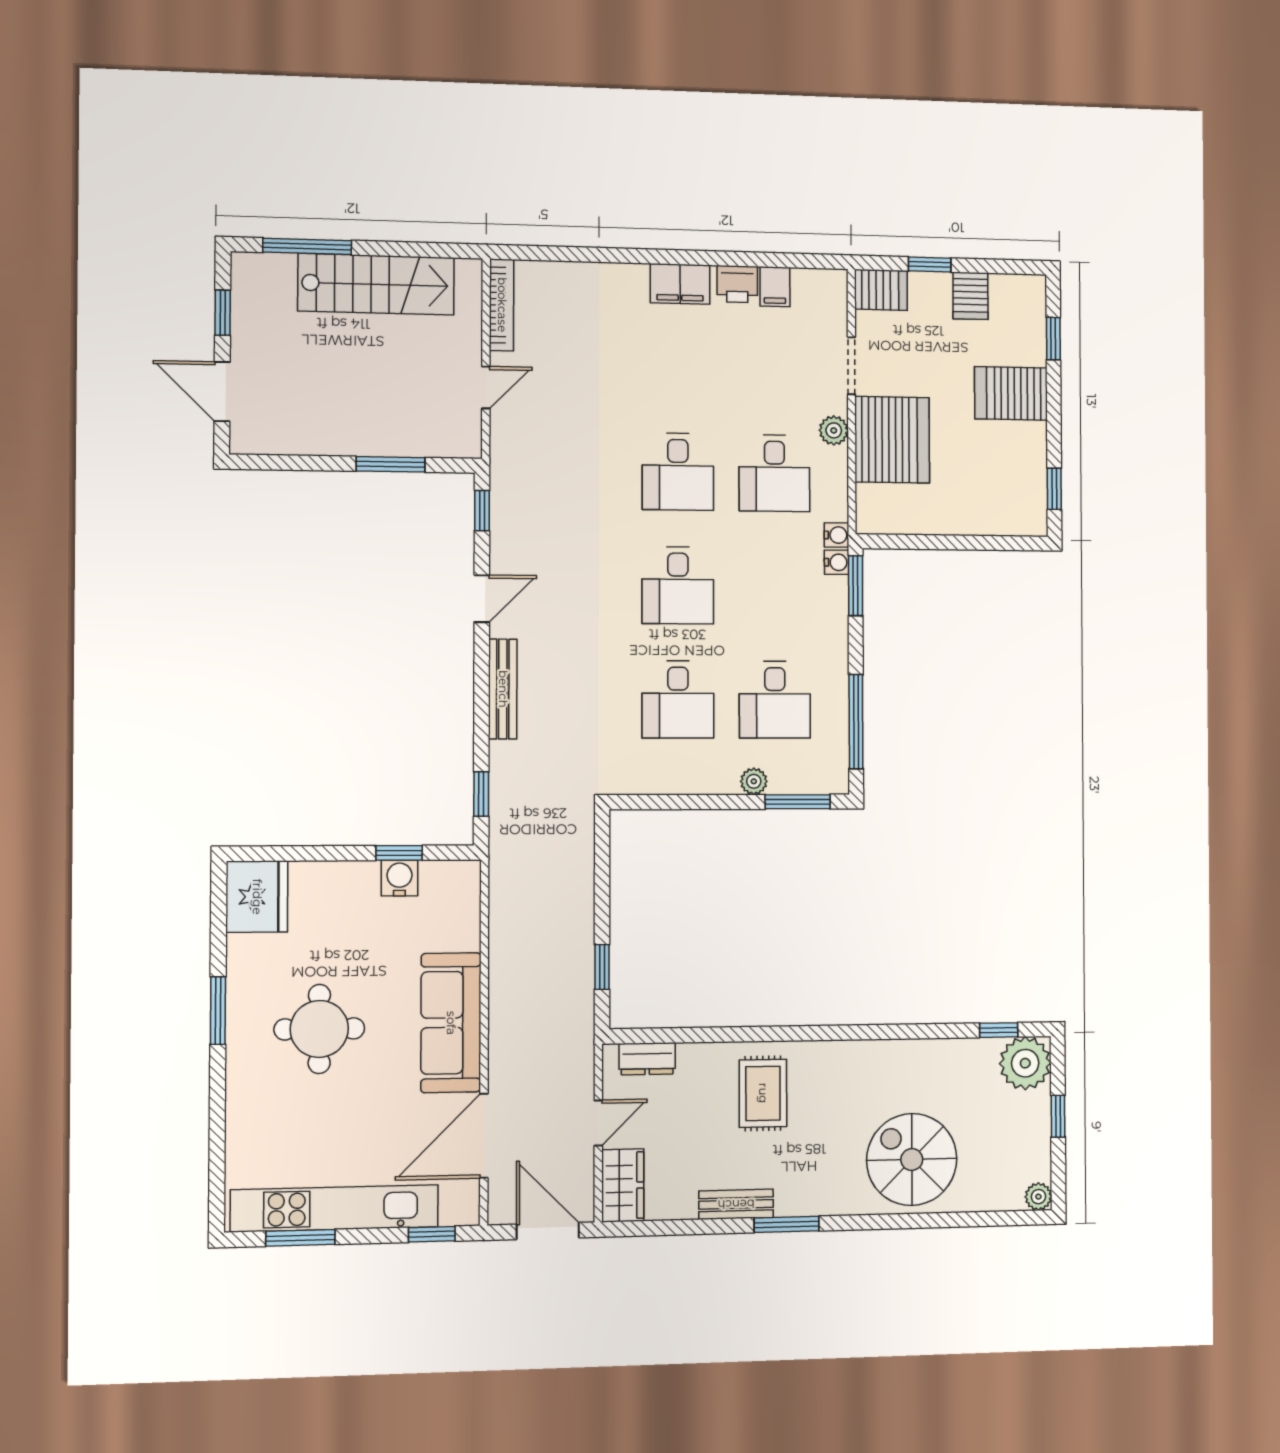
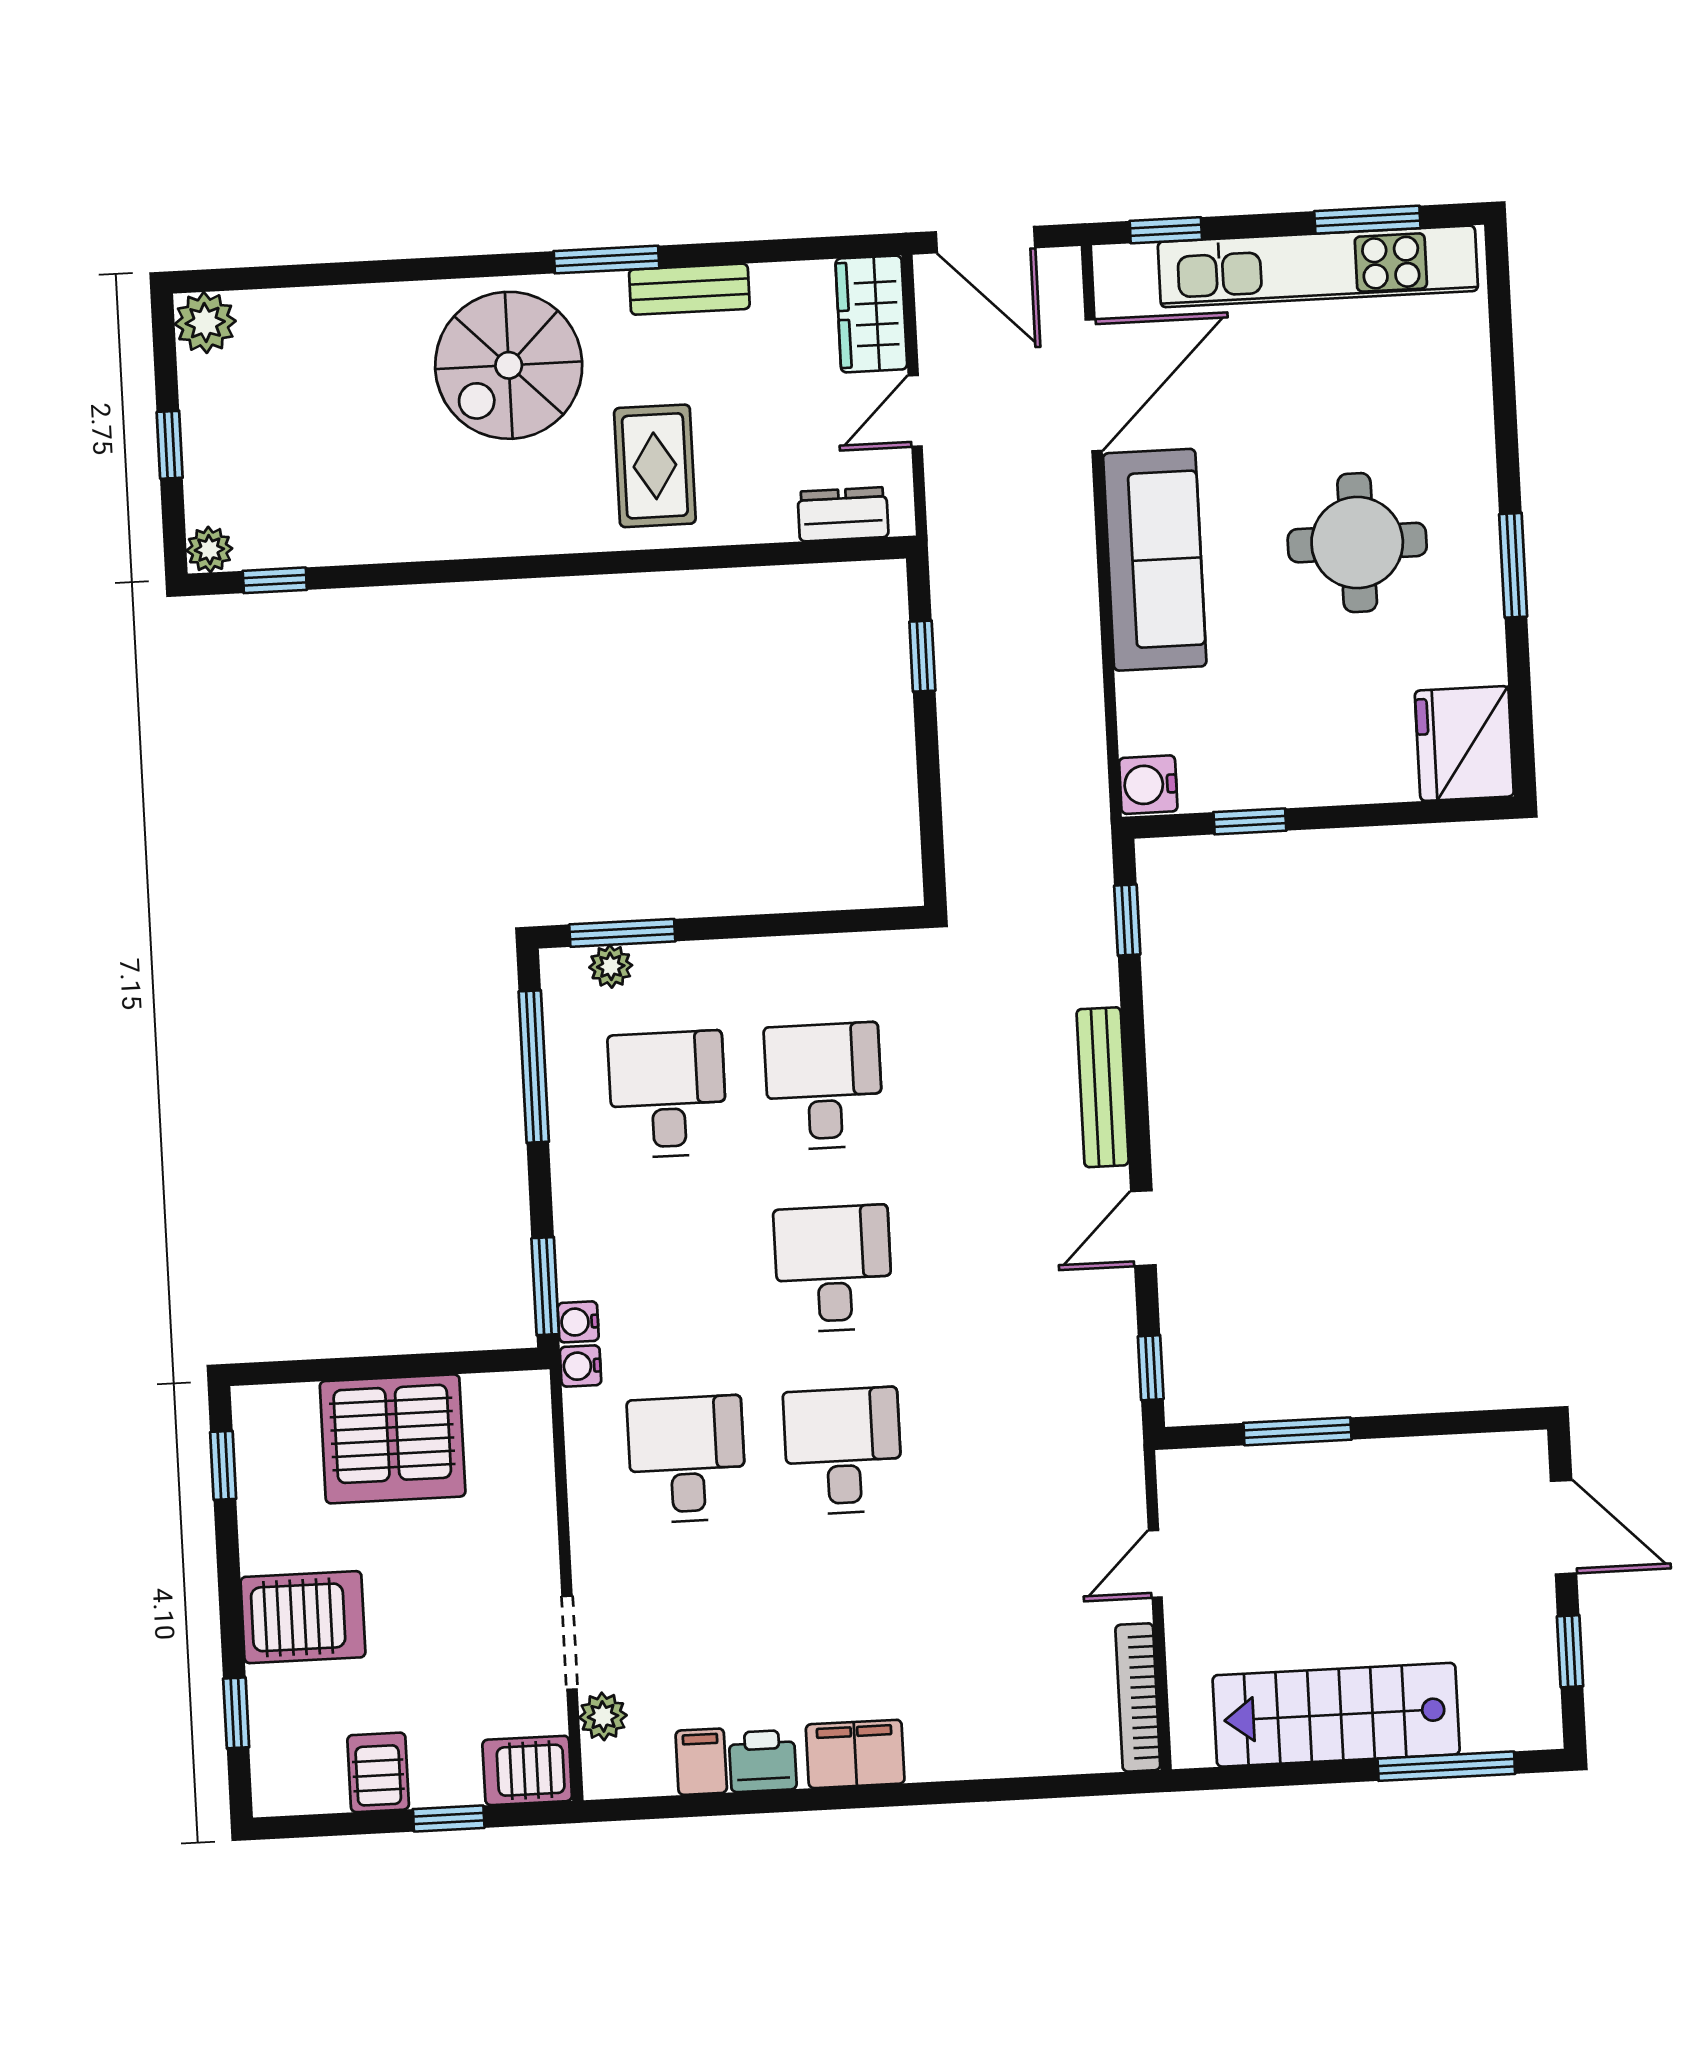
plant: (834, 430) -> (603, 1716), moved
server rack: (892, 440) -> (393, 1439), moved, turned -90
plant: (754, 781) -> (611, 966), moved
water cooler: (399, 878) -> (1148, 785), moved, turned 90
plant: (1025, 1063) -> (209, 550), width x0.53, depth x0.53
spiral stairs: (912, 1159) -> (509, 365), moved, turned 90
plant: (1038, 1197) -> (205, 322), width x1.38, depth x1.38

